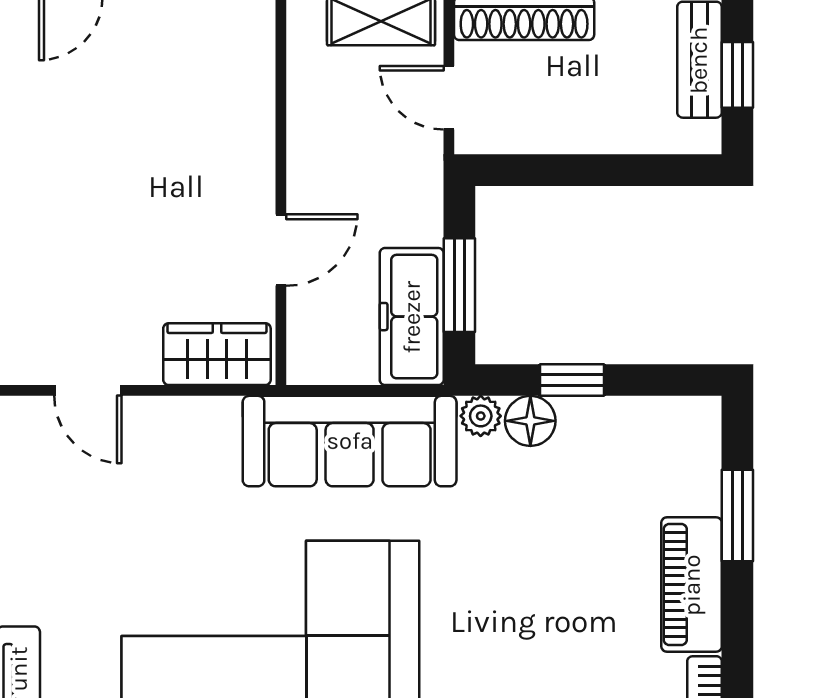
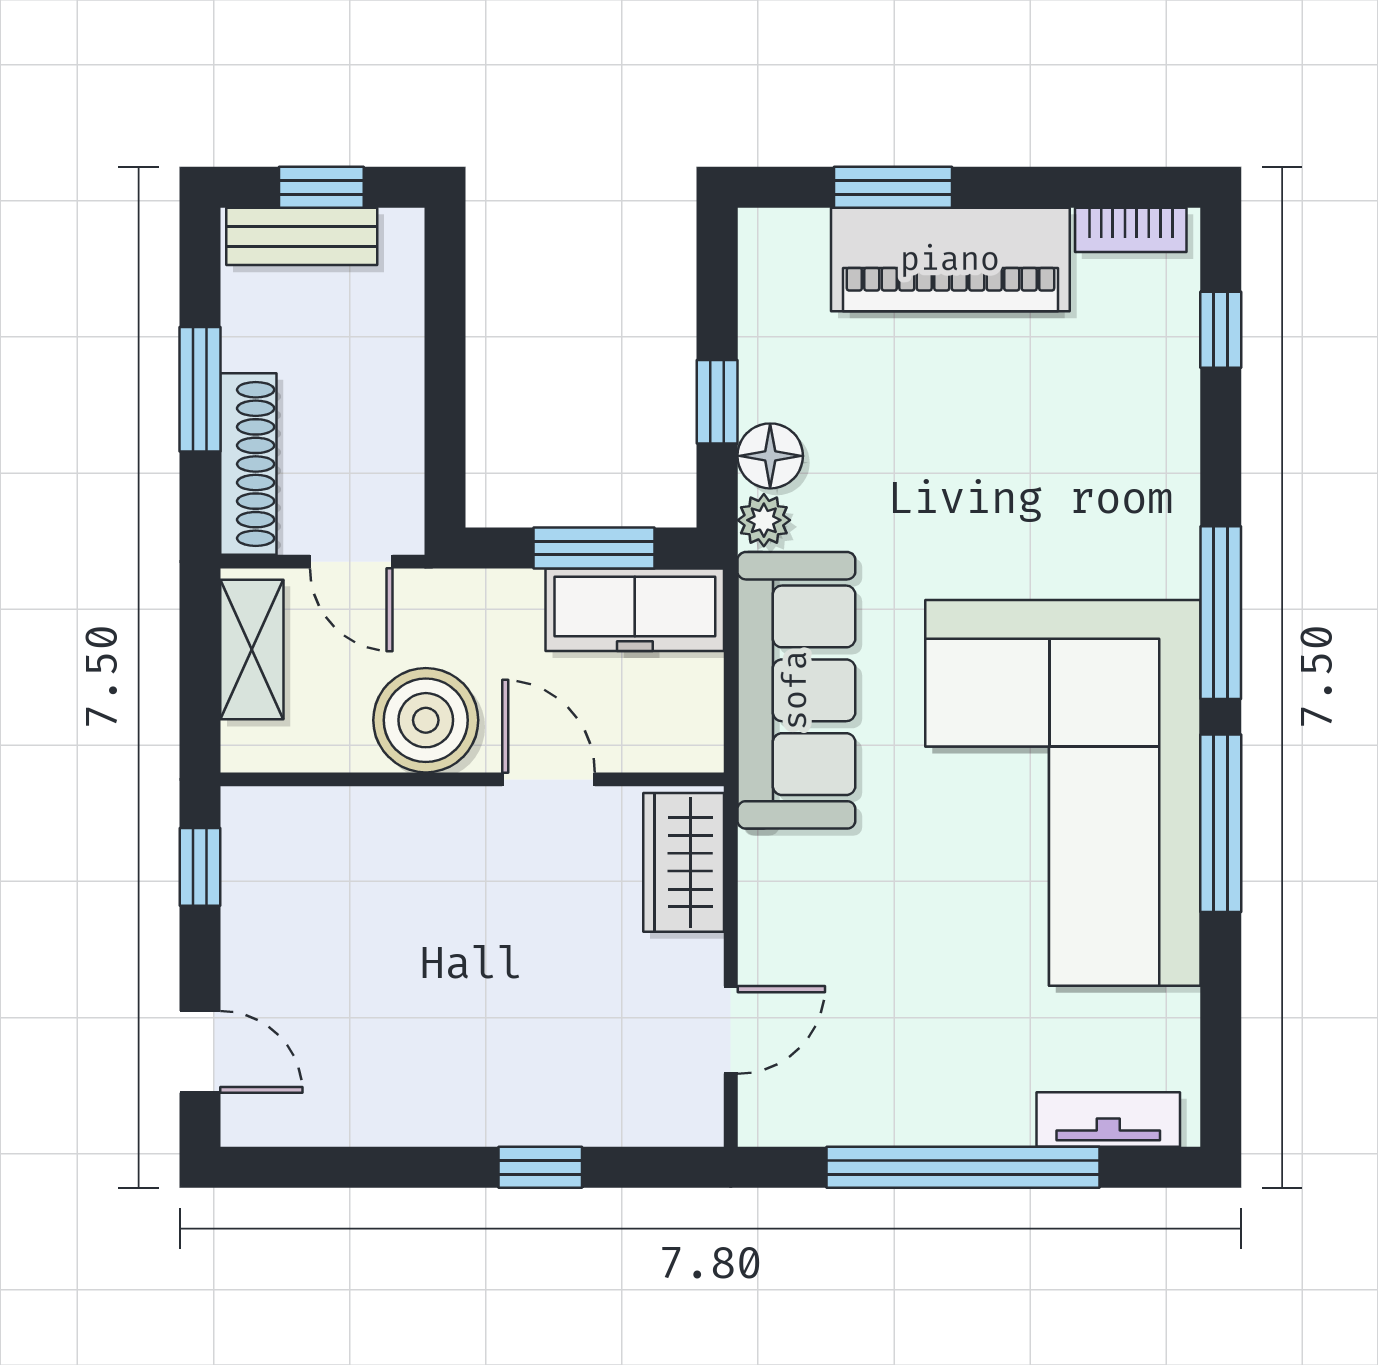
door: (449, 98) -> (351, 562), hinge flipped
boiler: (327, 155) -> (426, 720), added
piano: (692, 585) -> (950, 260), width x1.37, depth x1.33

